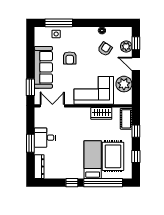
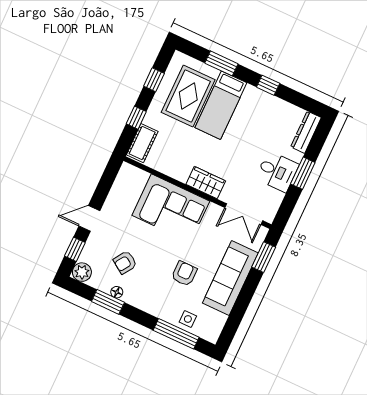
window: (104, 23) -> (108, 302), added
plant: (126, 46) -> (82, 272), moved
door: (136, 64) -> (89, 218), swing flipped
plant: (124, 84) -> (121, 197), removed
wardrobe: (101, 113) -> (206, 183), moved
window: (103, 183) -> (221, 63), width x0.47

